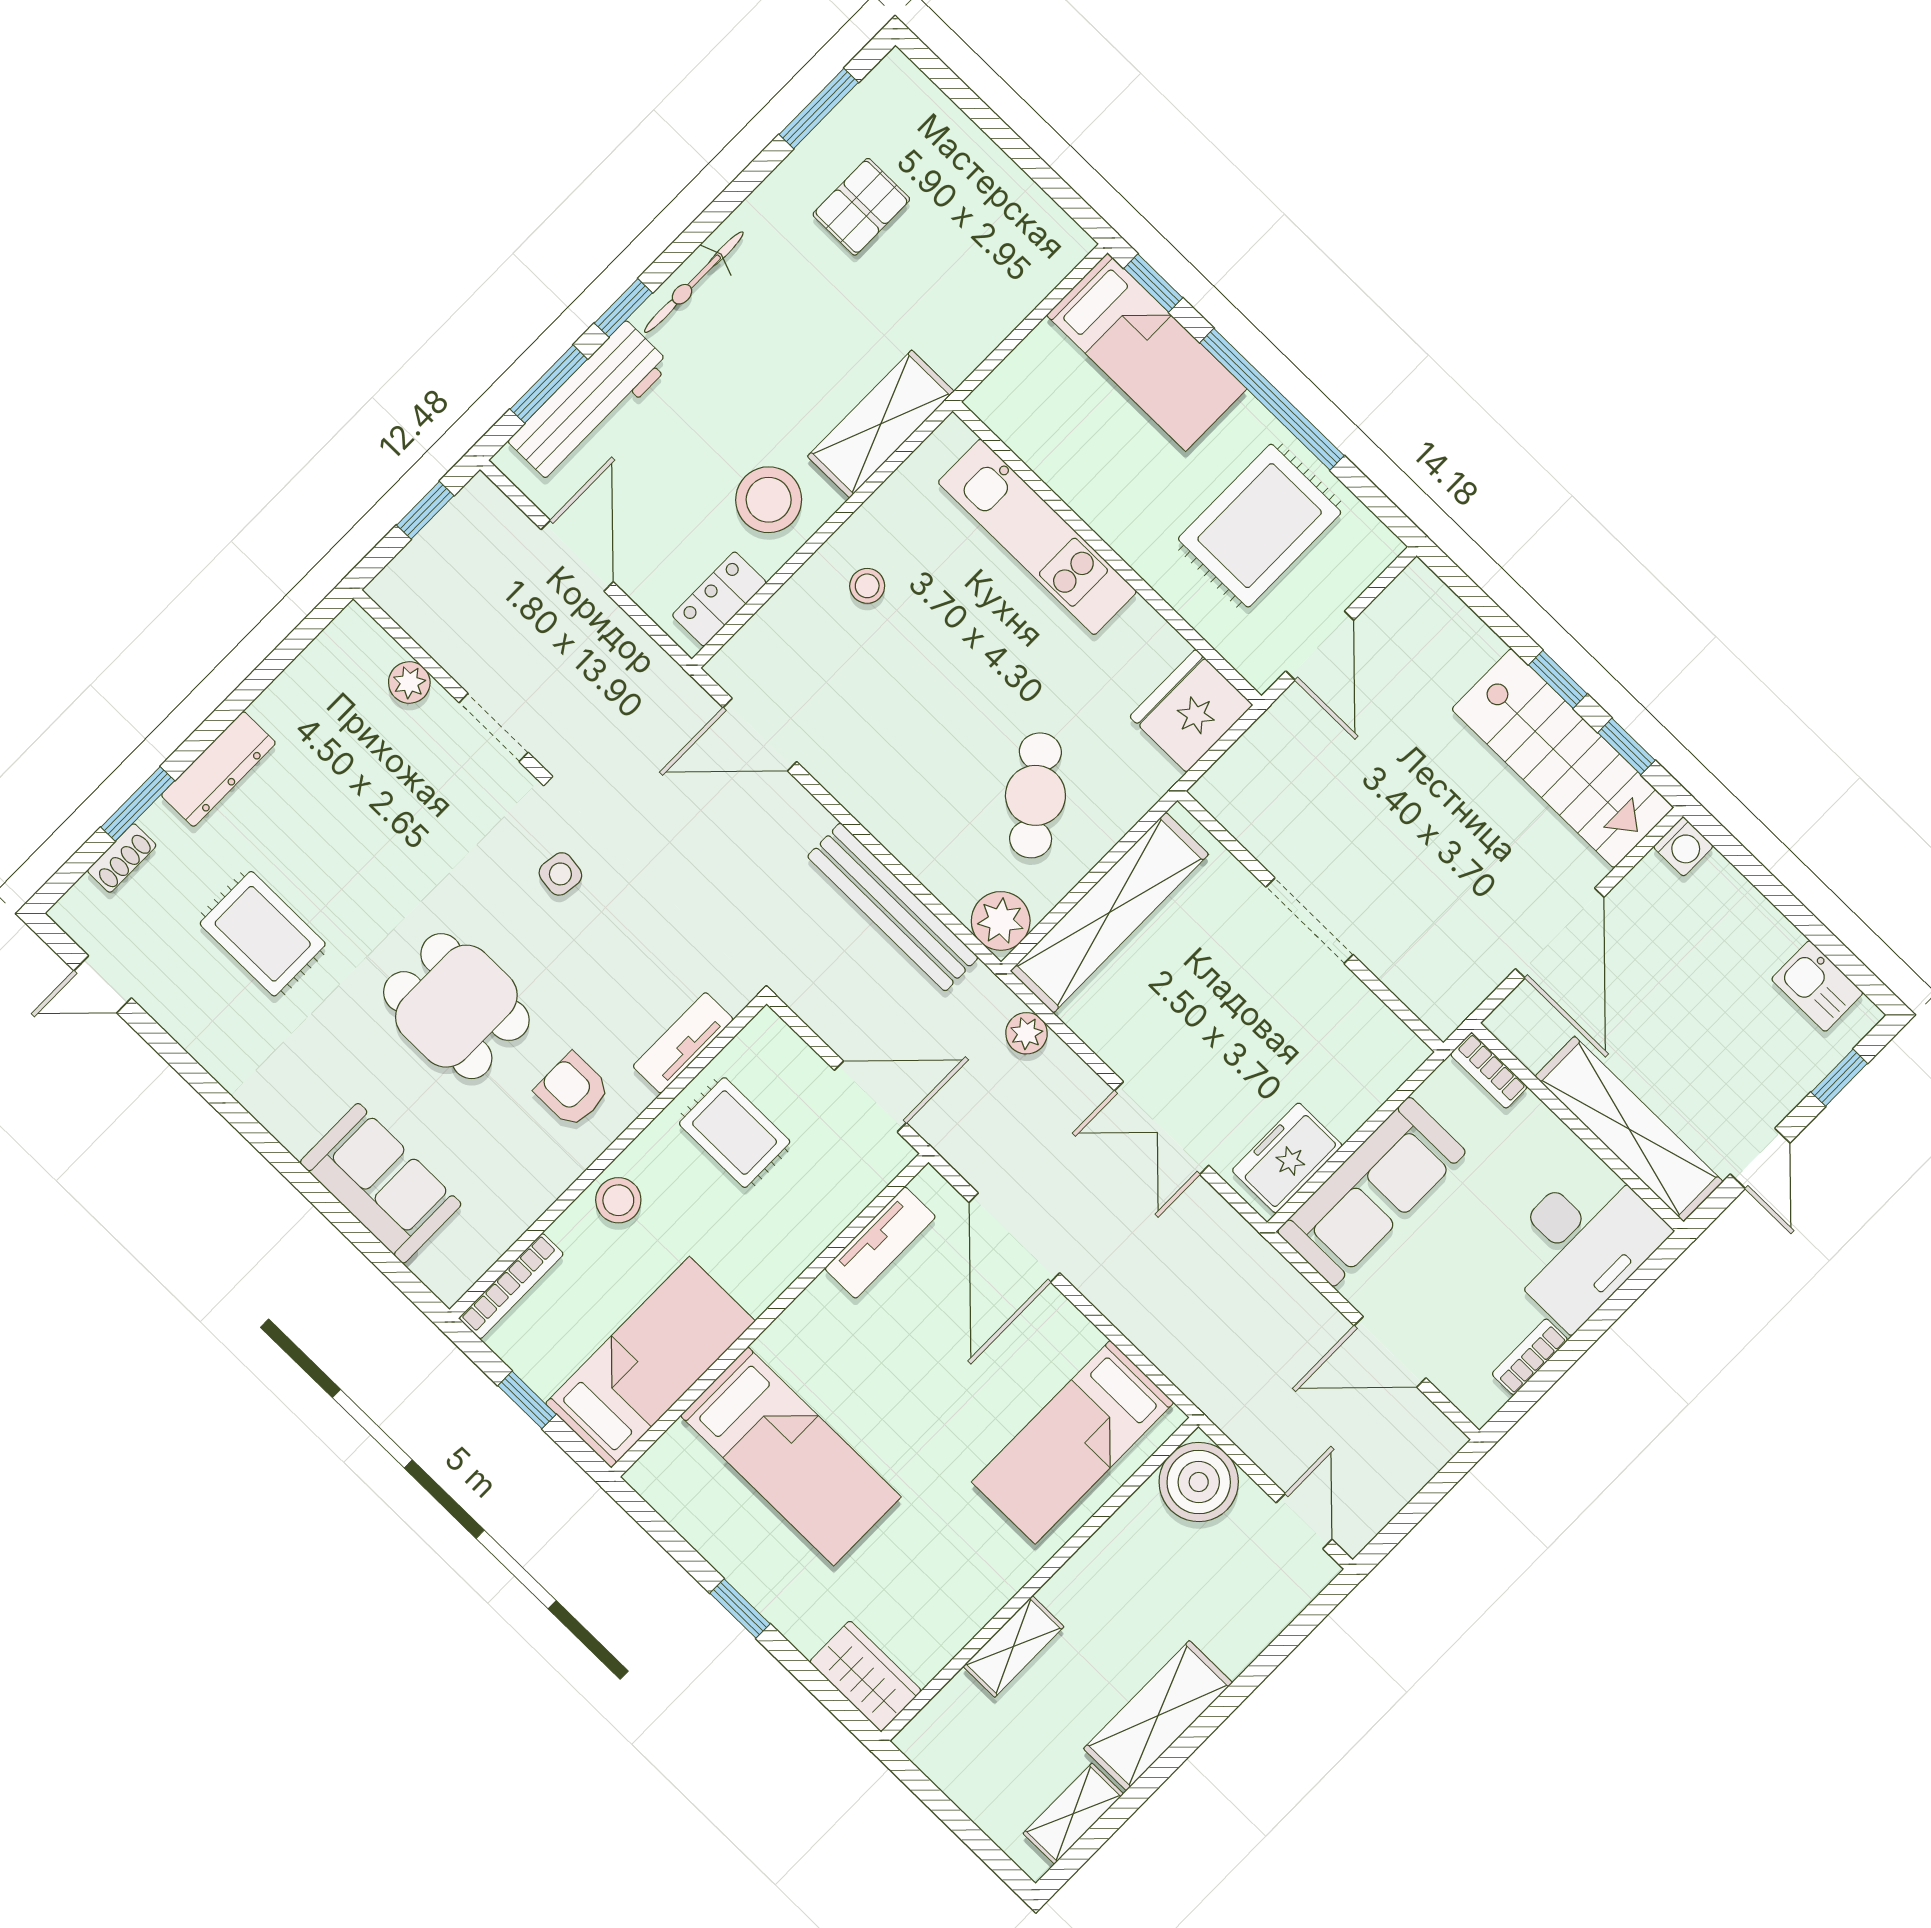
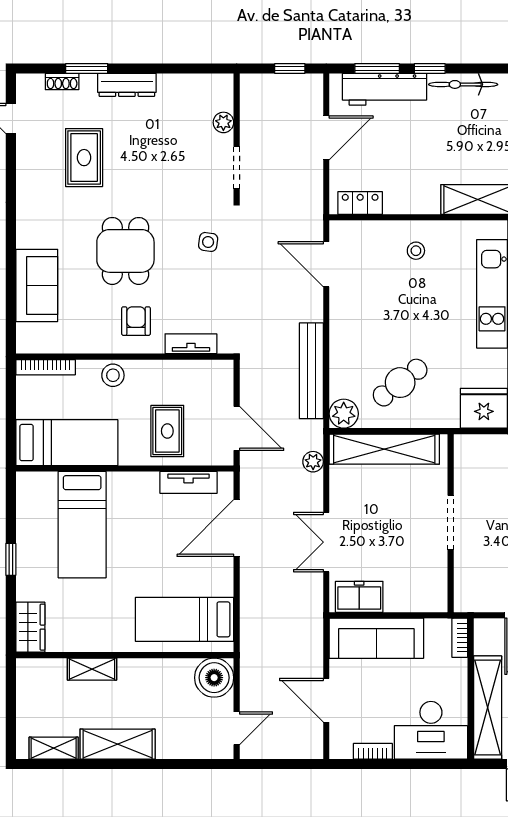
stool: (769, 500) -> (412, 186), removed
rug: (735, 1133) -> (167, 431), moved
window: (527, 1400) -> (11, 412), removed

